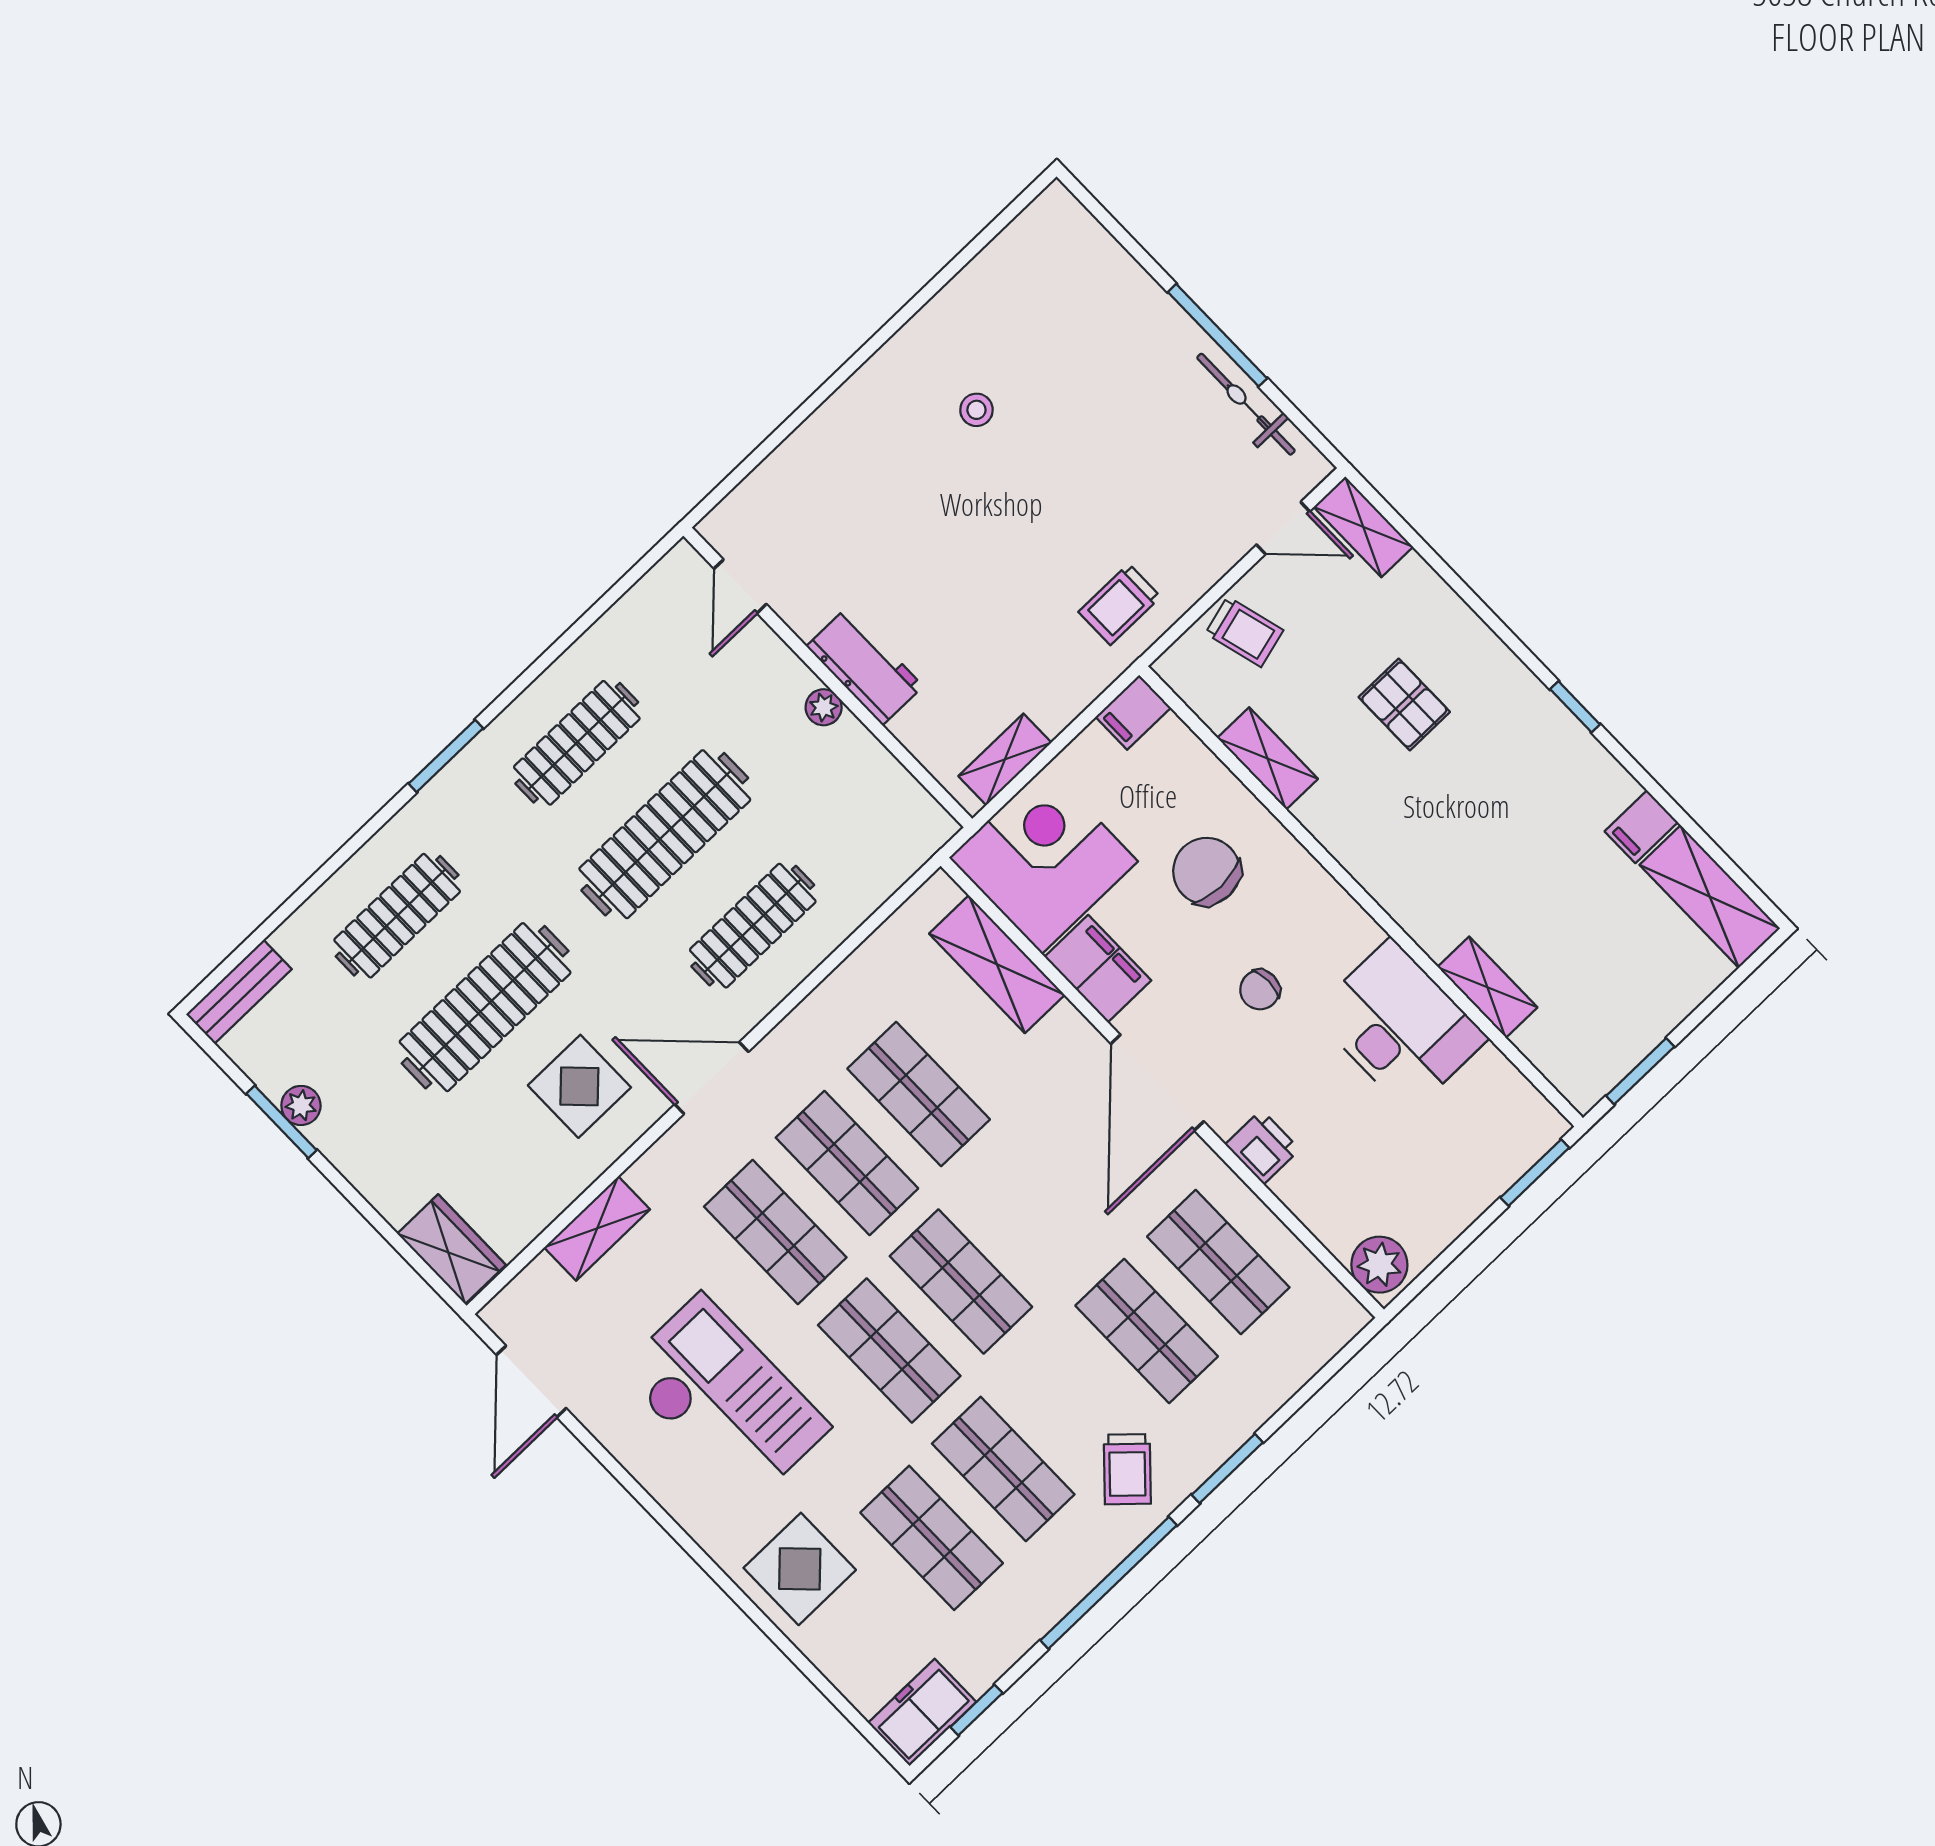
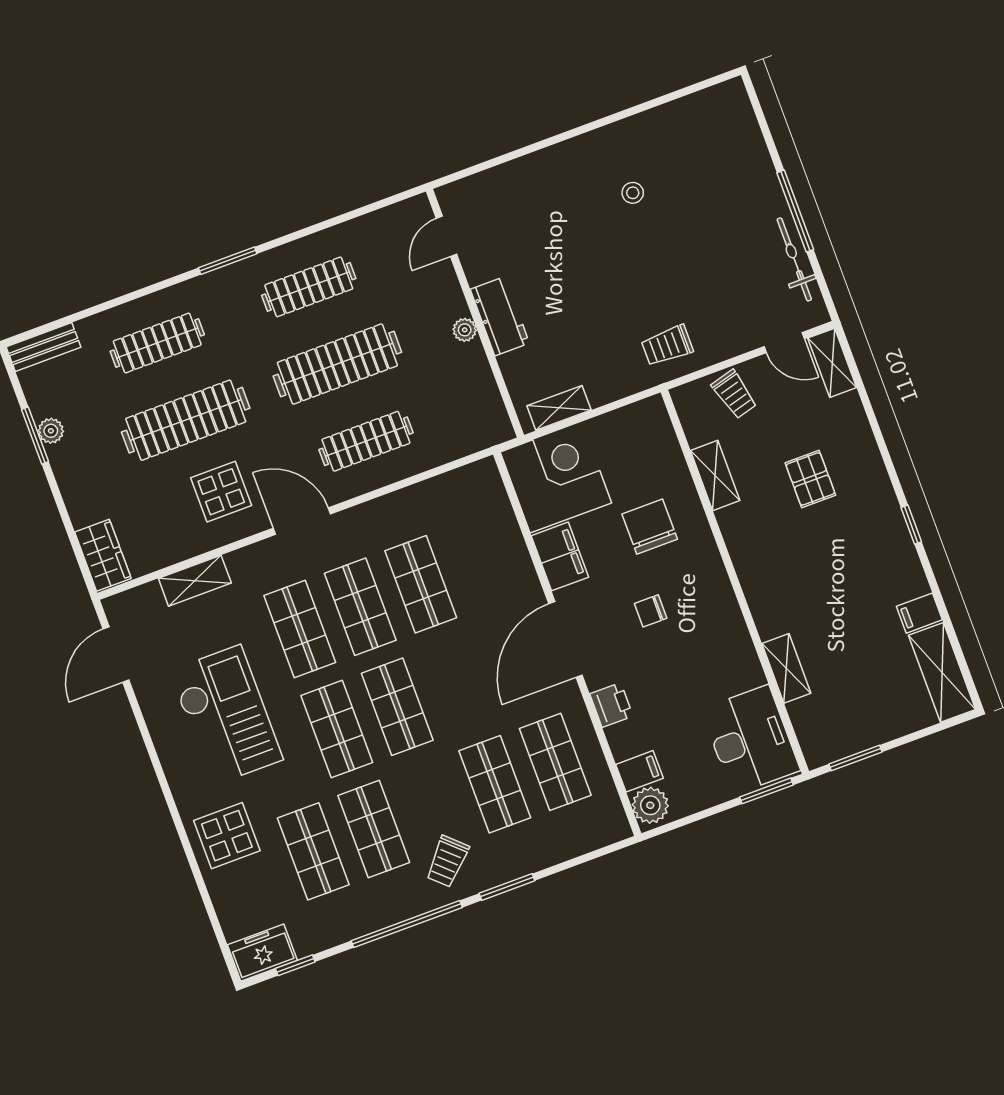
filing cabinet: (1133, 712) -> (640, 771), moved, turned 180
shelving: (997, 964) -> (501, 527), removed
desk: (1400, 1026) -> (751, 740), moved

